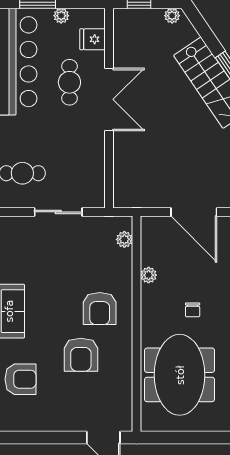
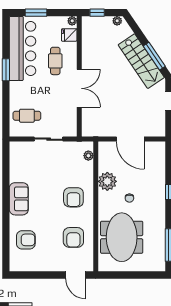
plant: (61, 16) -> (72, 21), moved
double door: (109, 99) -> (79, 88), moved
plant: (149, 275) -> (107, 181), width x1.87, depth x1.87
armchair: (81, 355) -> (73, 237), moved

